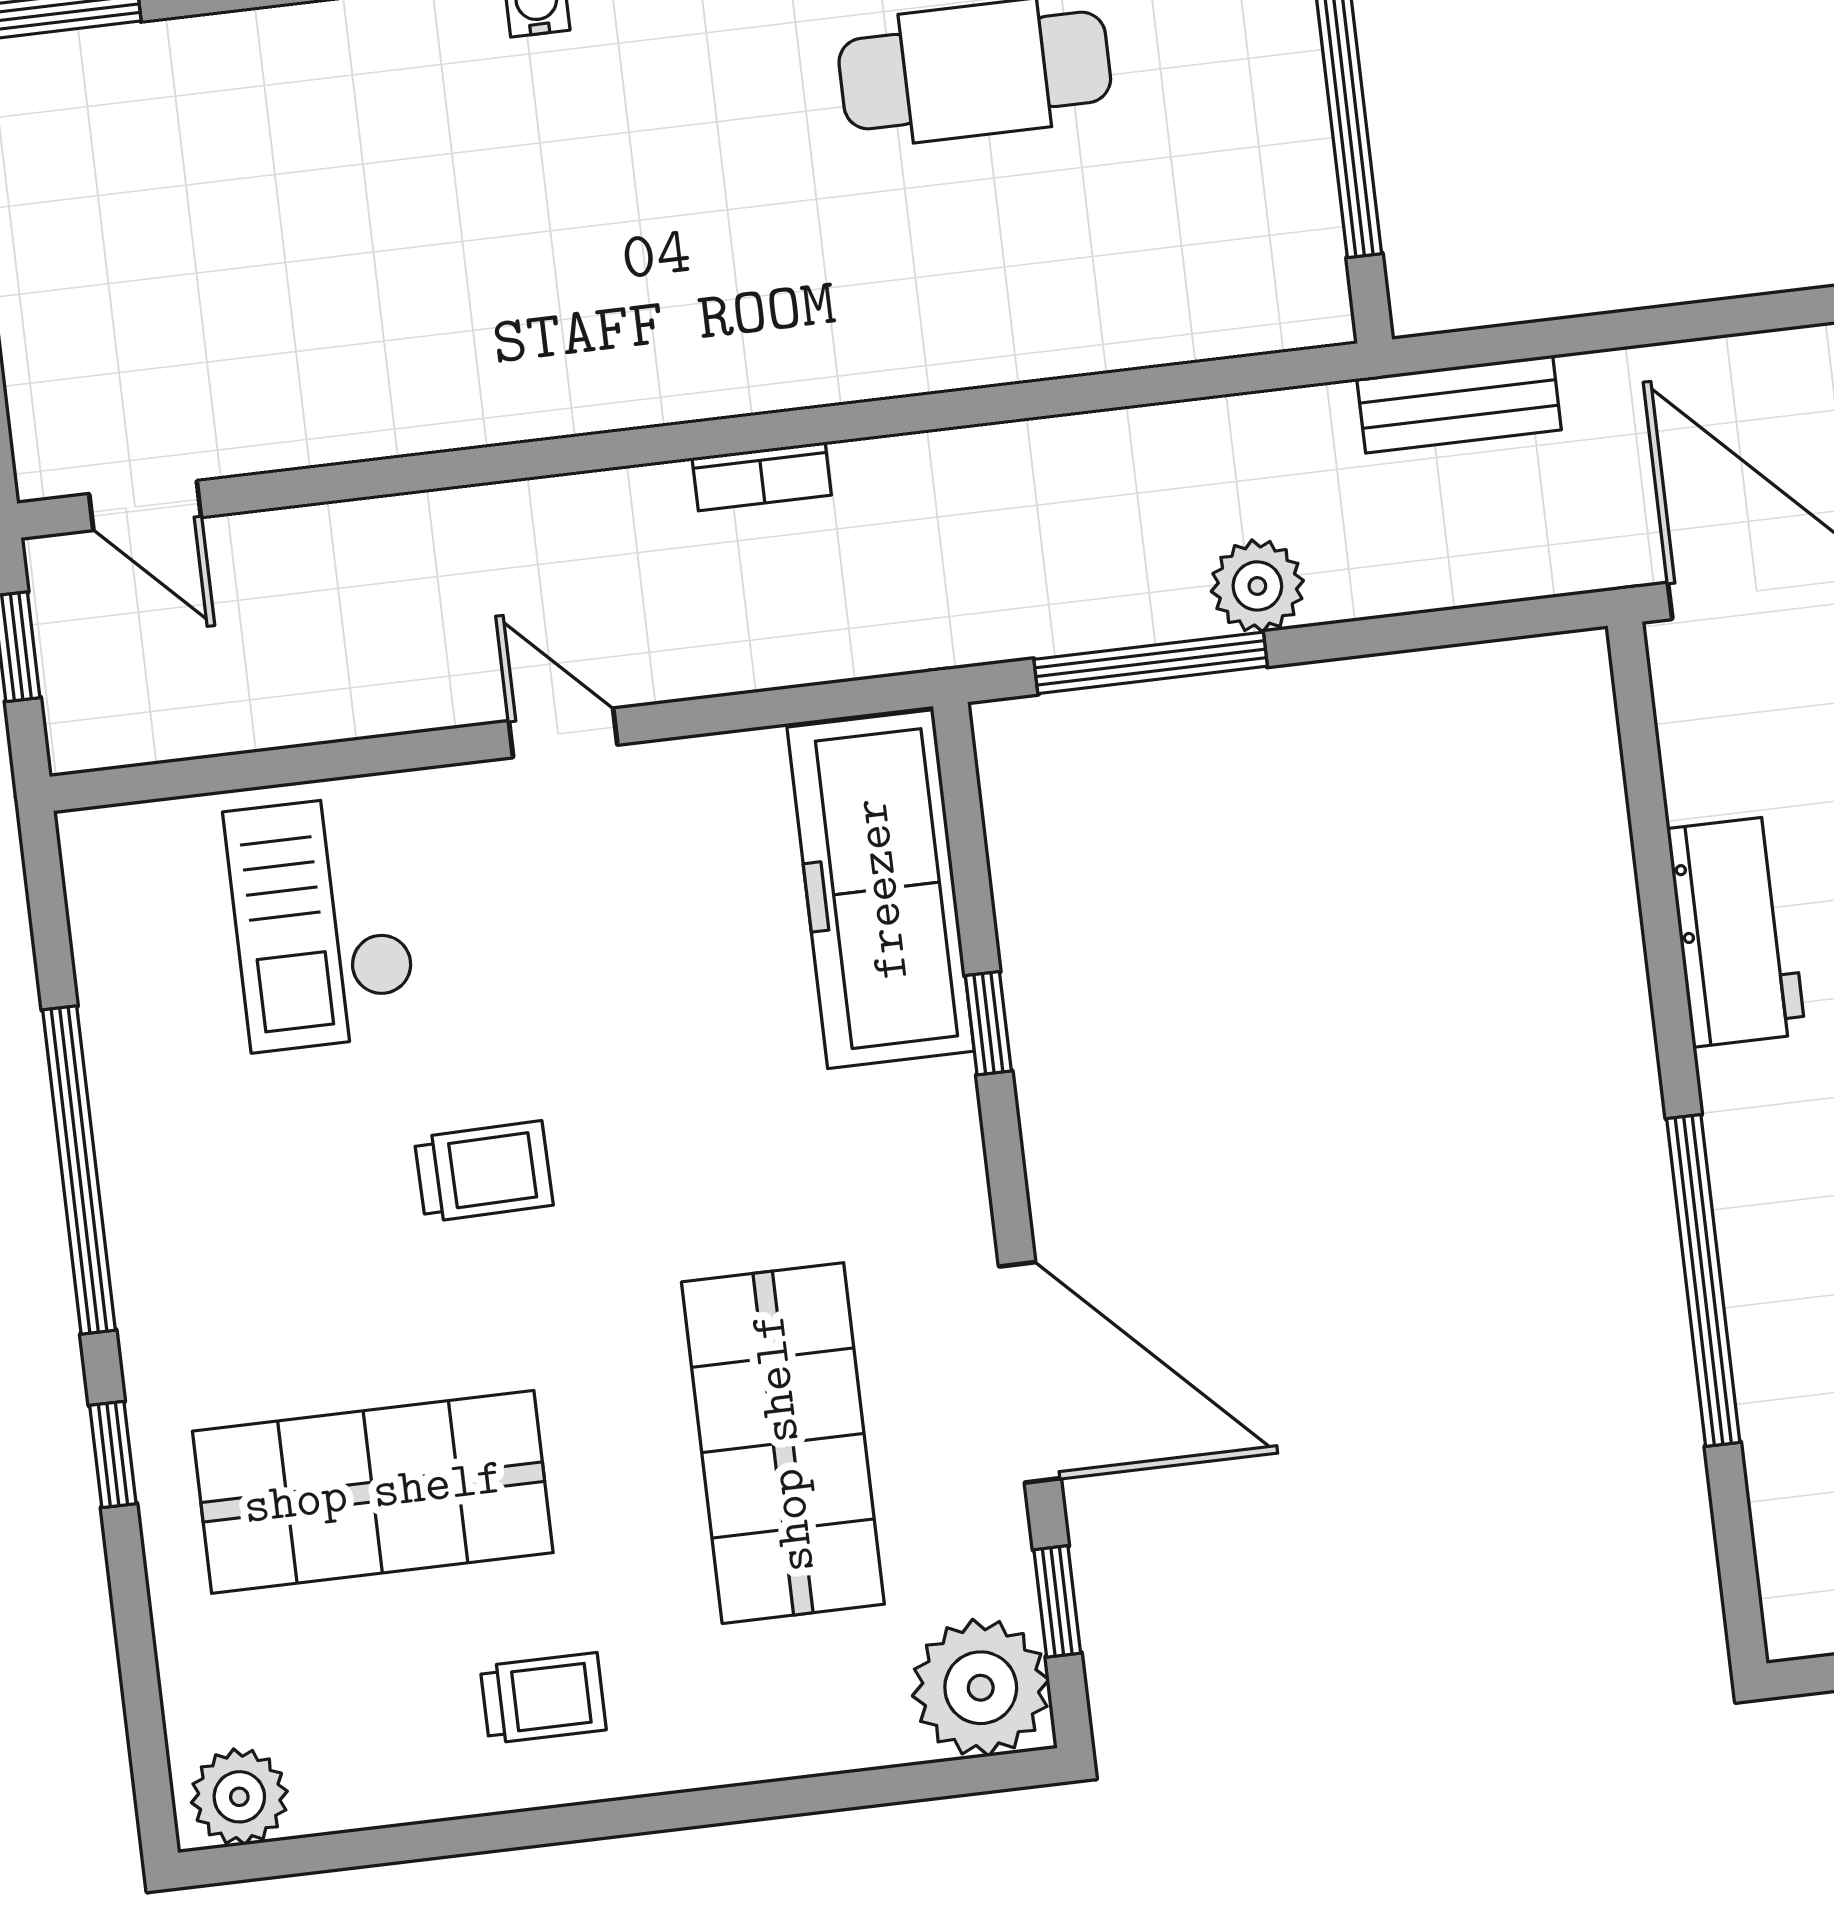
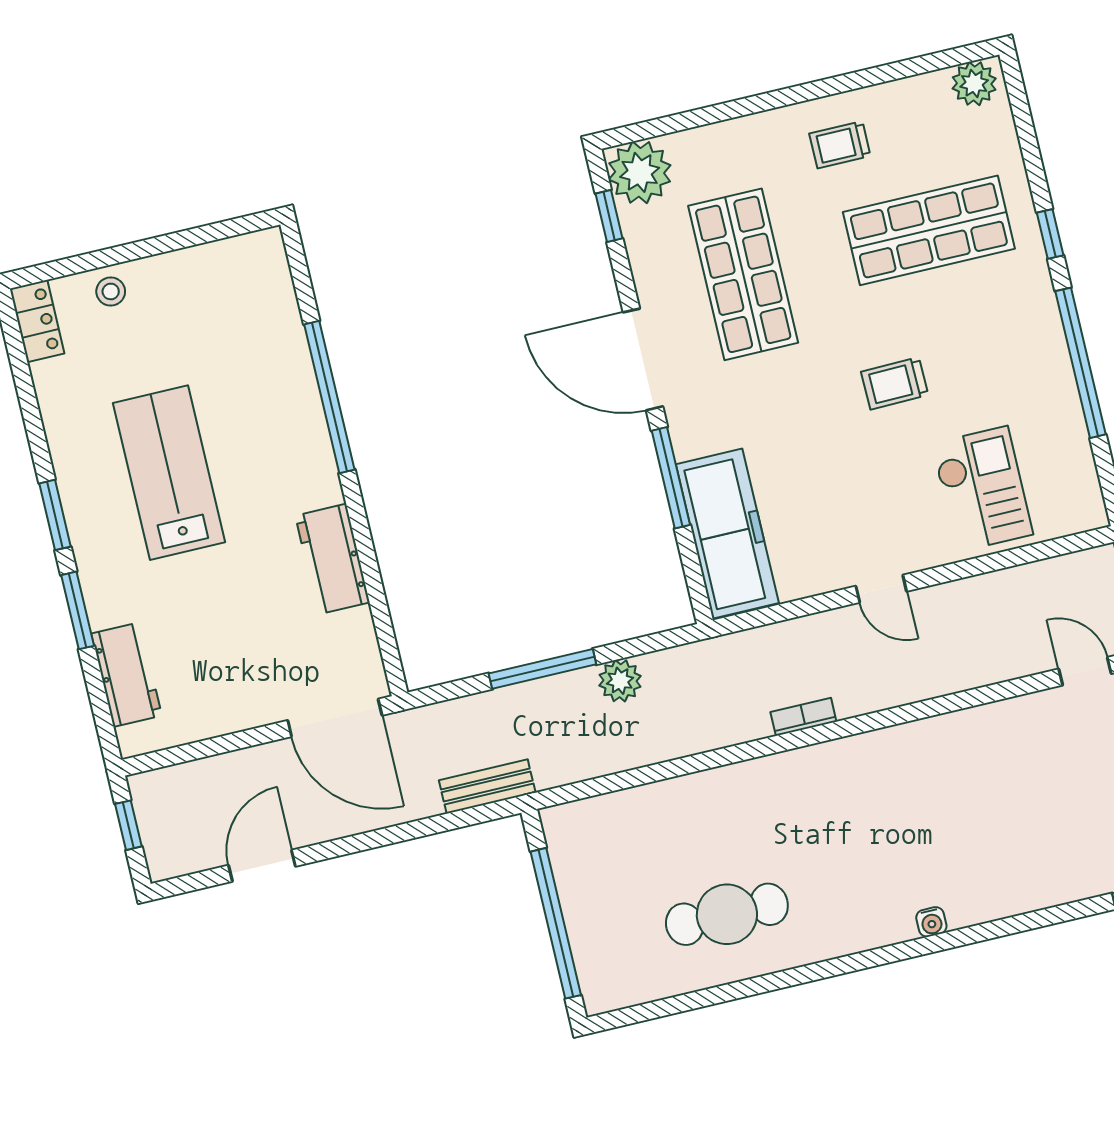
plant: (1257, 586) -> (620, 681), moved
window: (1151, 663) -> (542, 669), moved
window: (988, 1023) -> (671, 478), width x2.17
door: (1030, 1372) -> (643, 359), moved

